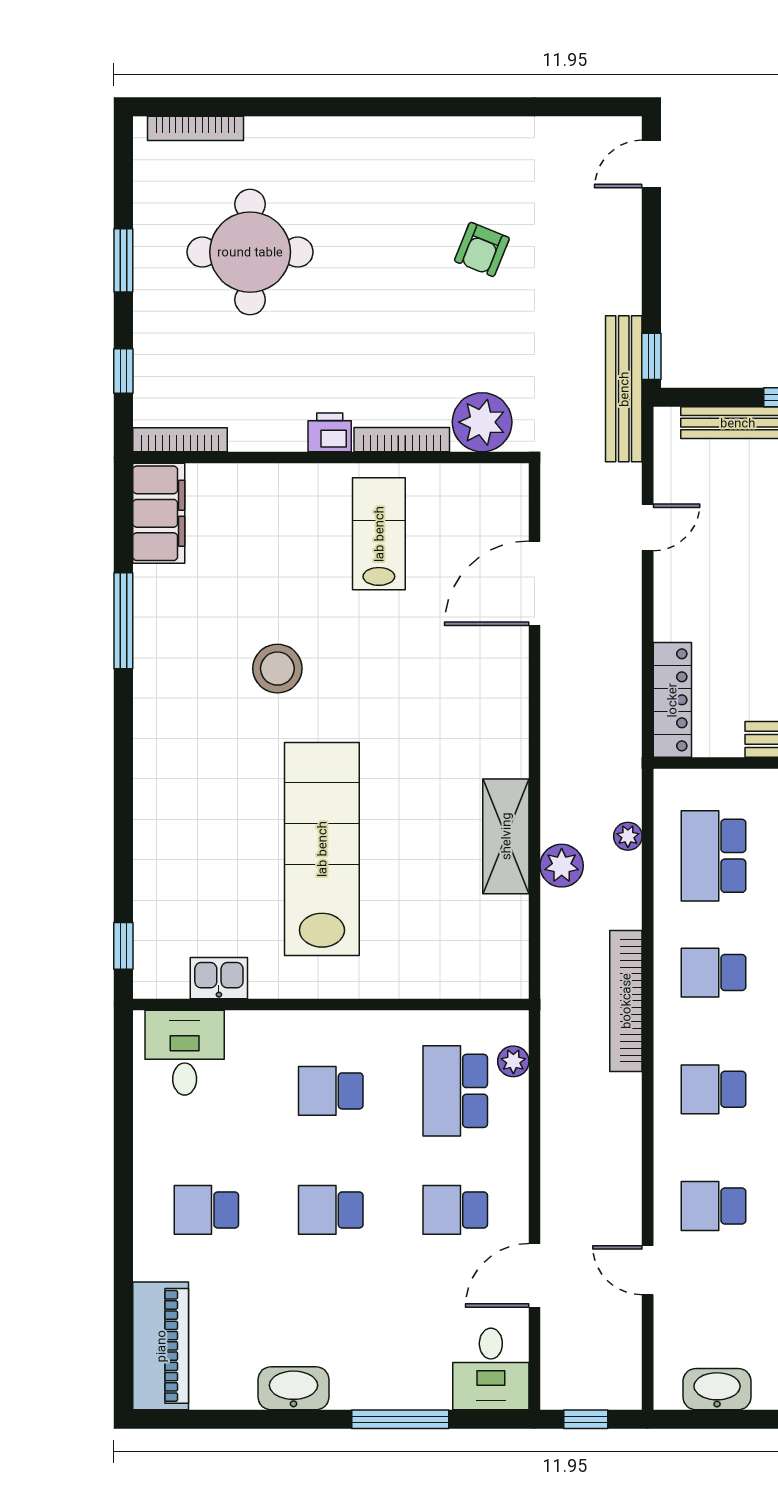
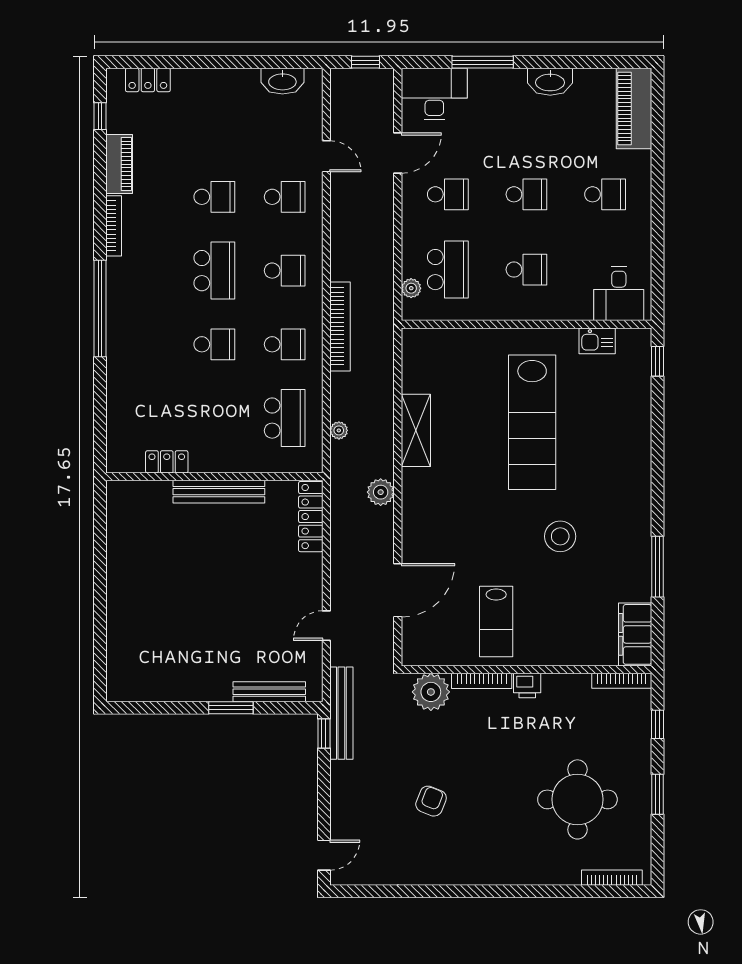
plant: (562, 866) -> (381, 492), moved
desk: (491, 1369) -> (434, 94), width x1.37

